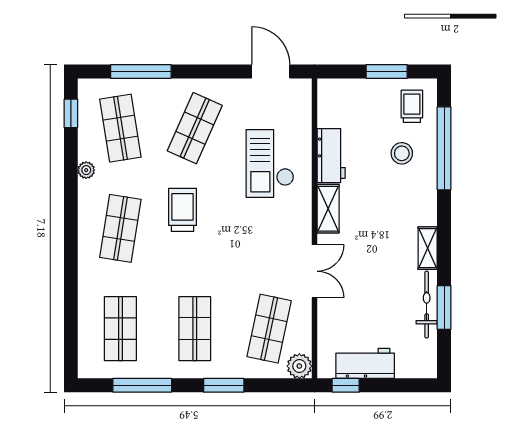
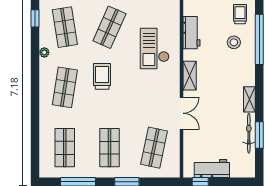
workbench: (331, 156) -> (191, 33), moved
plant: (299, 366) -> (172, 170), removed

